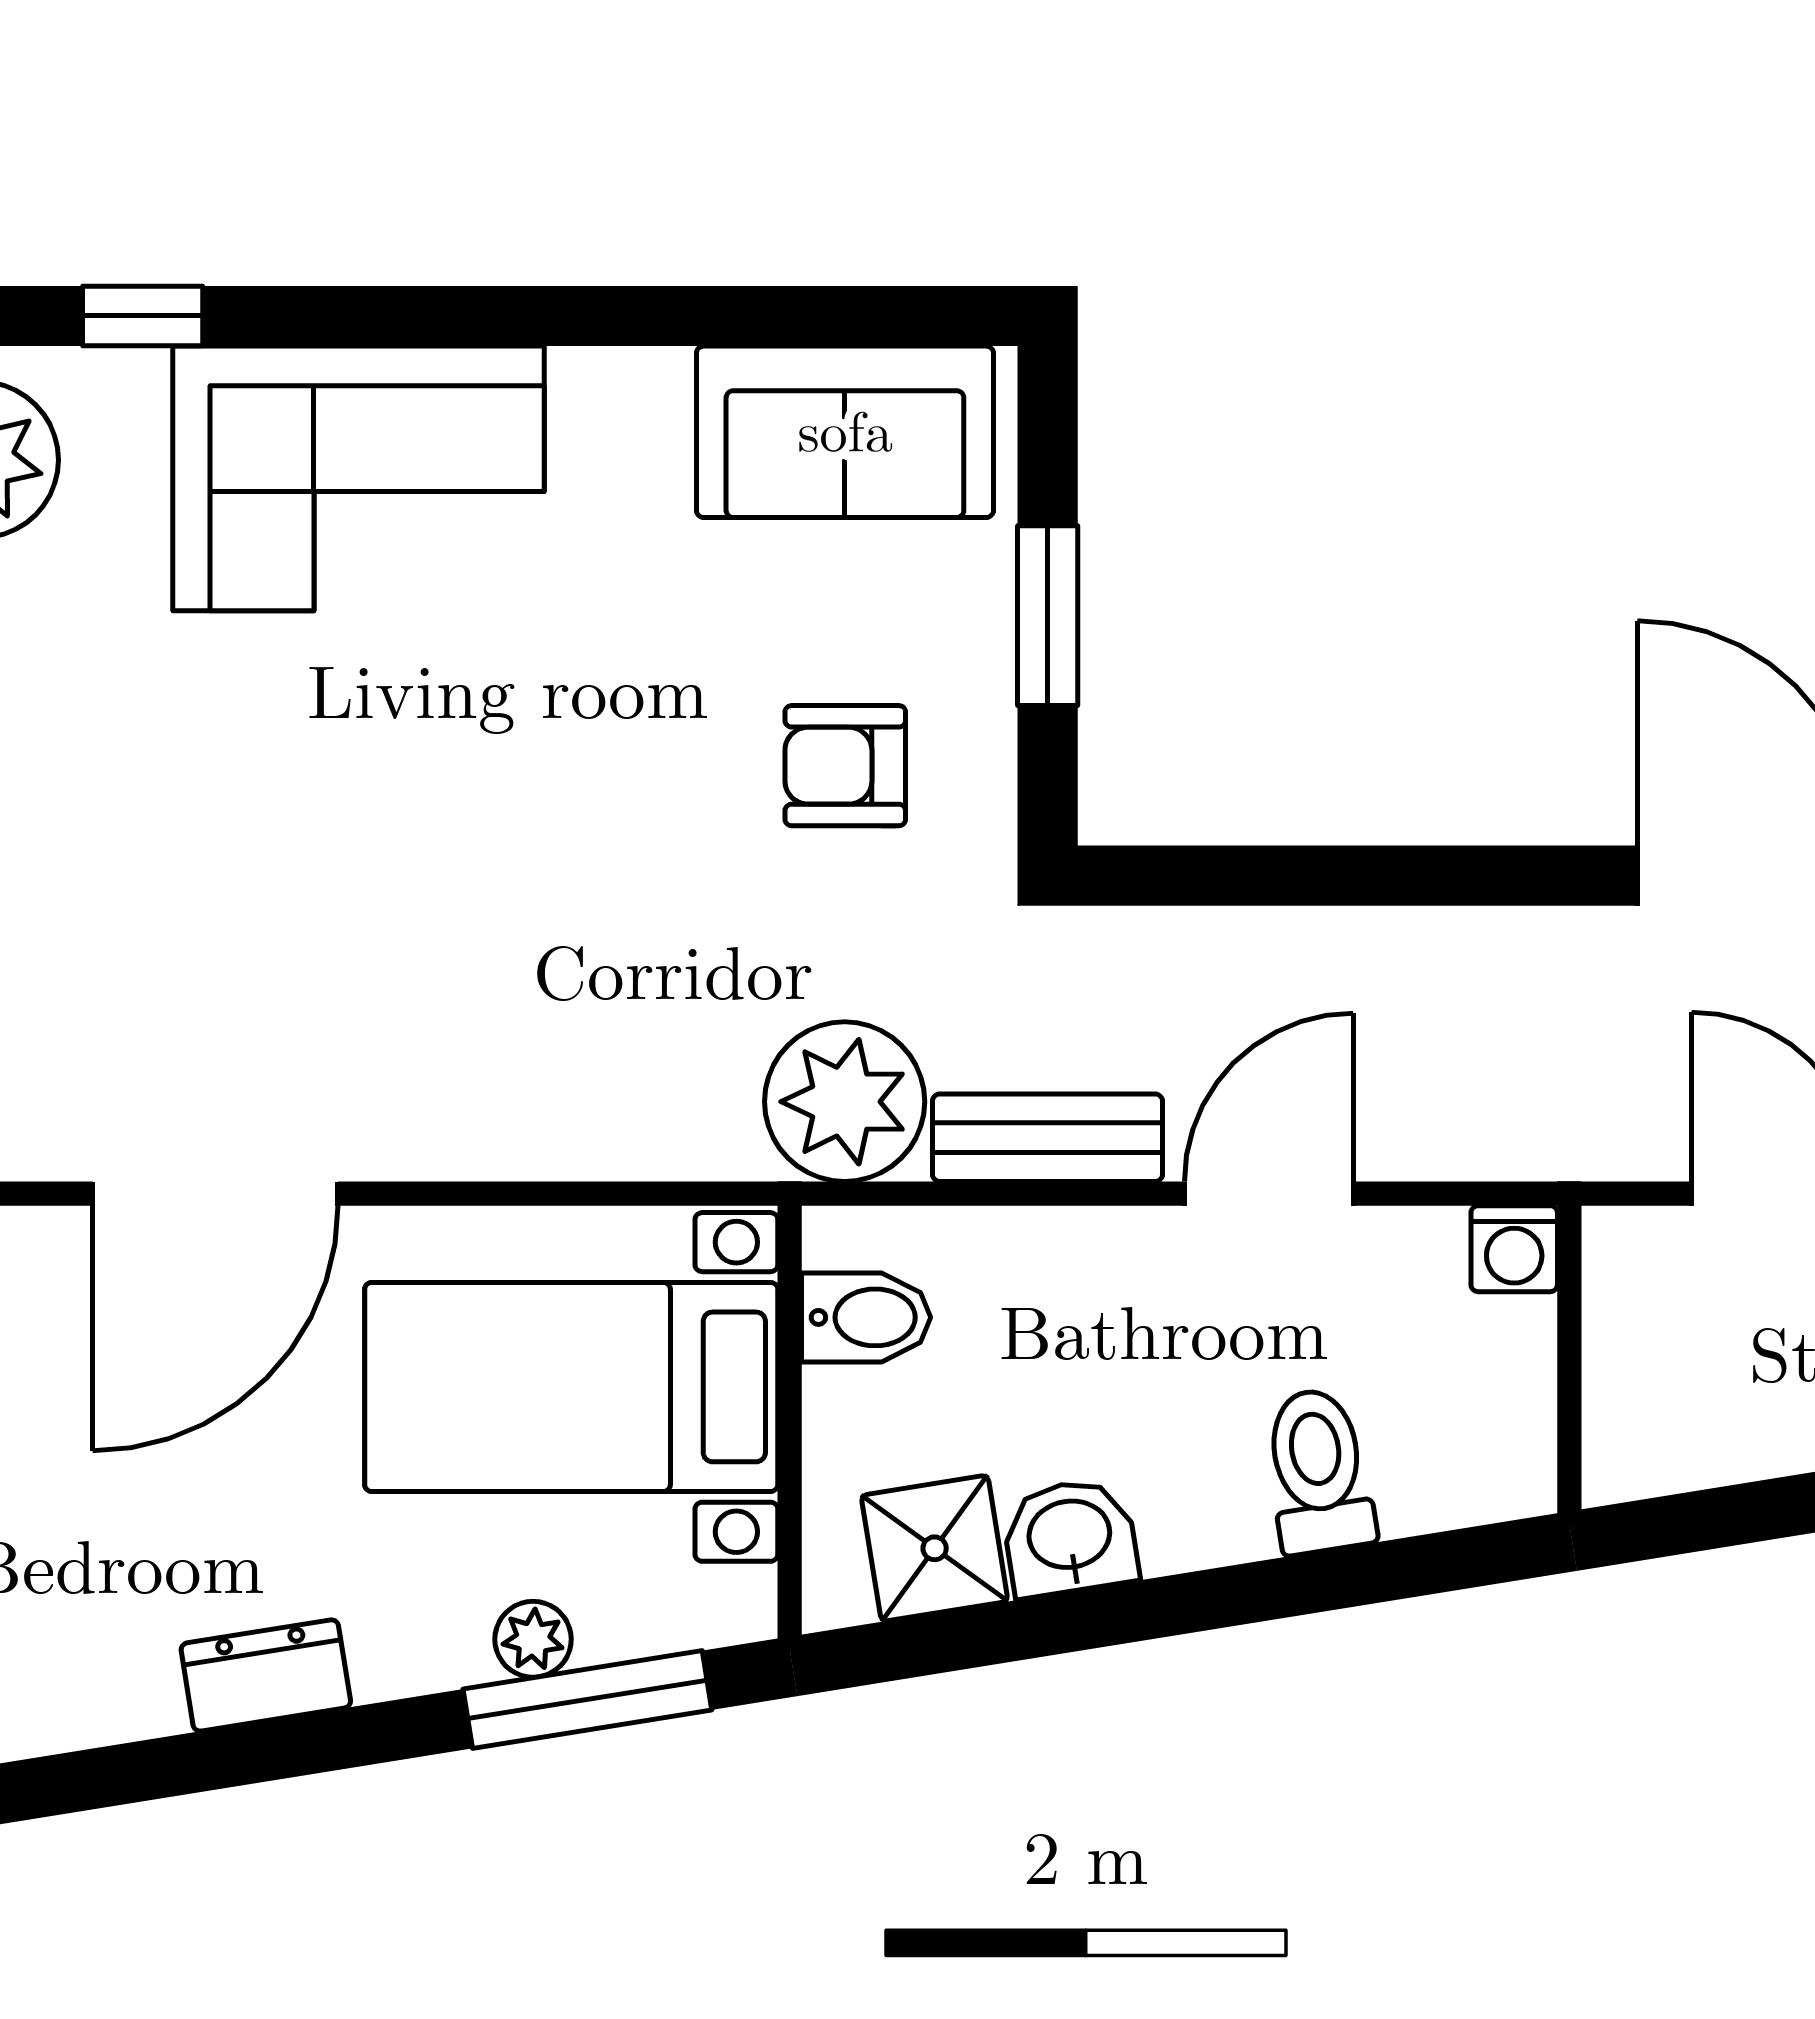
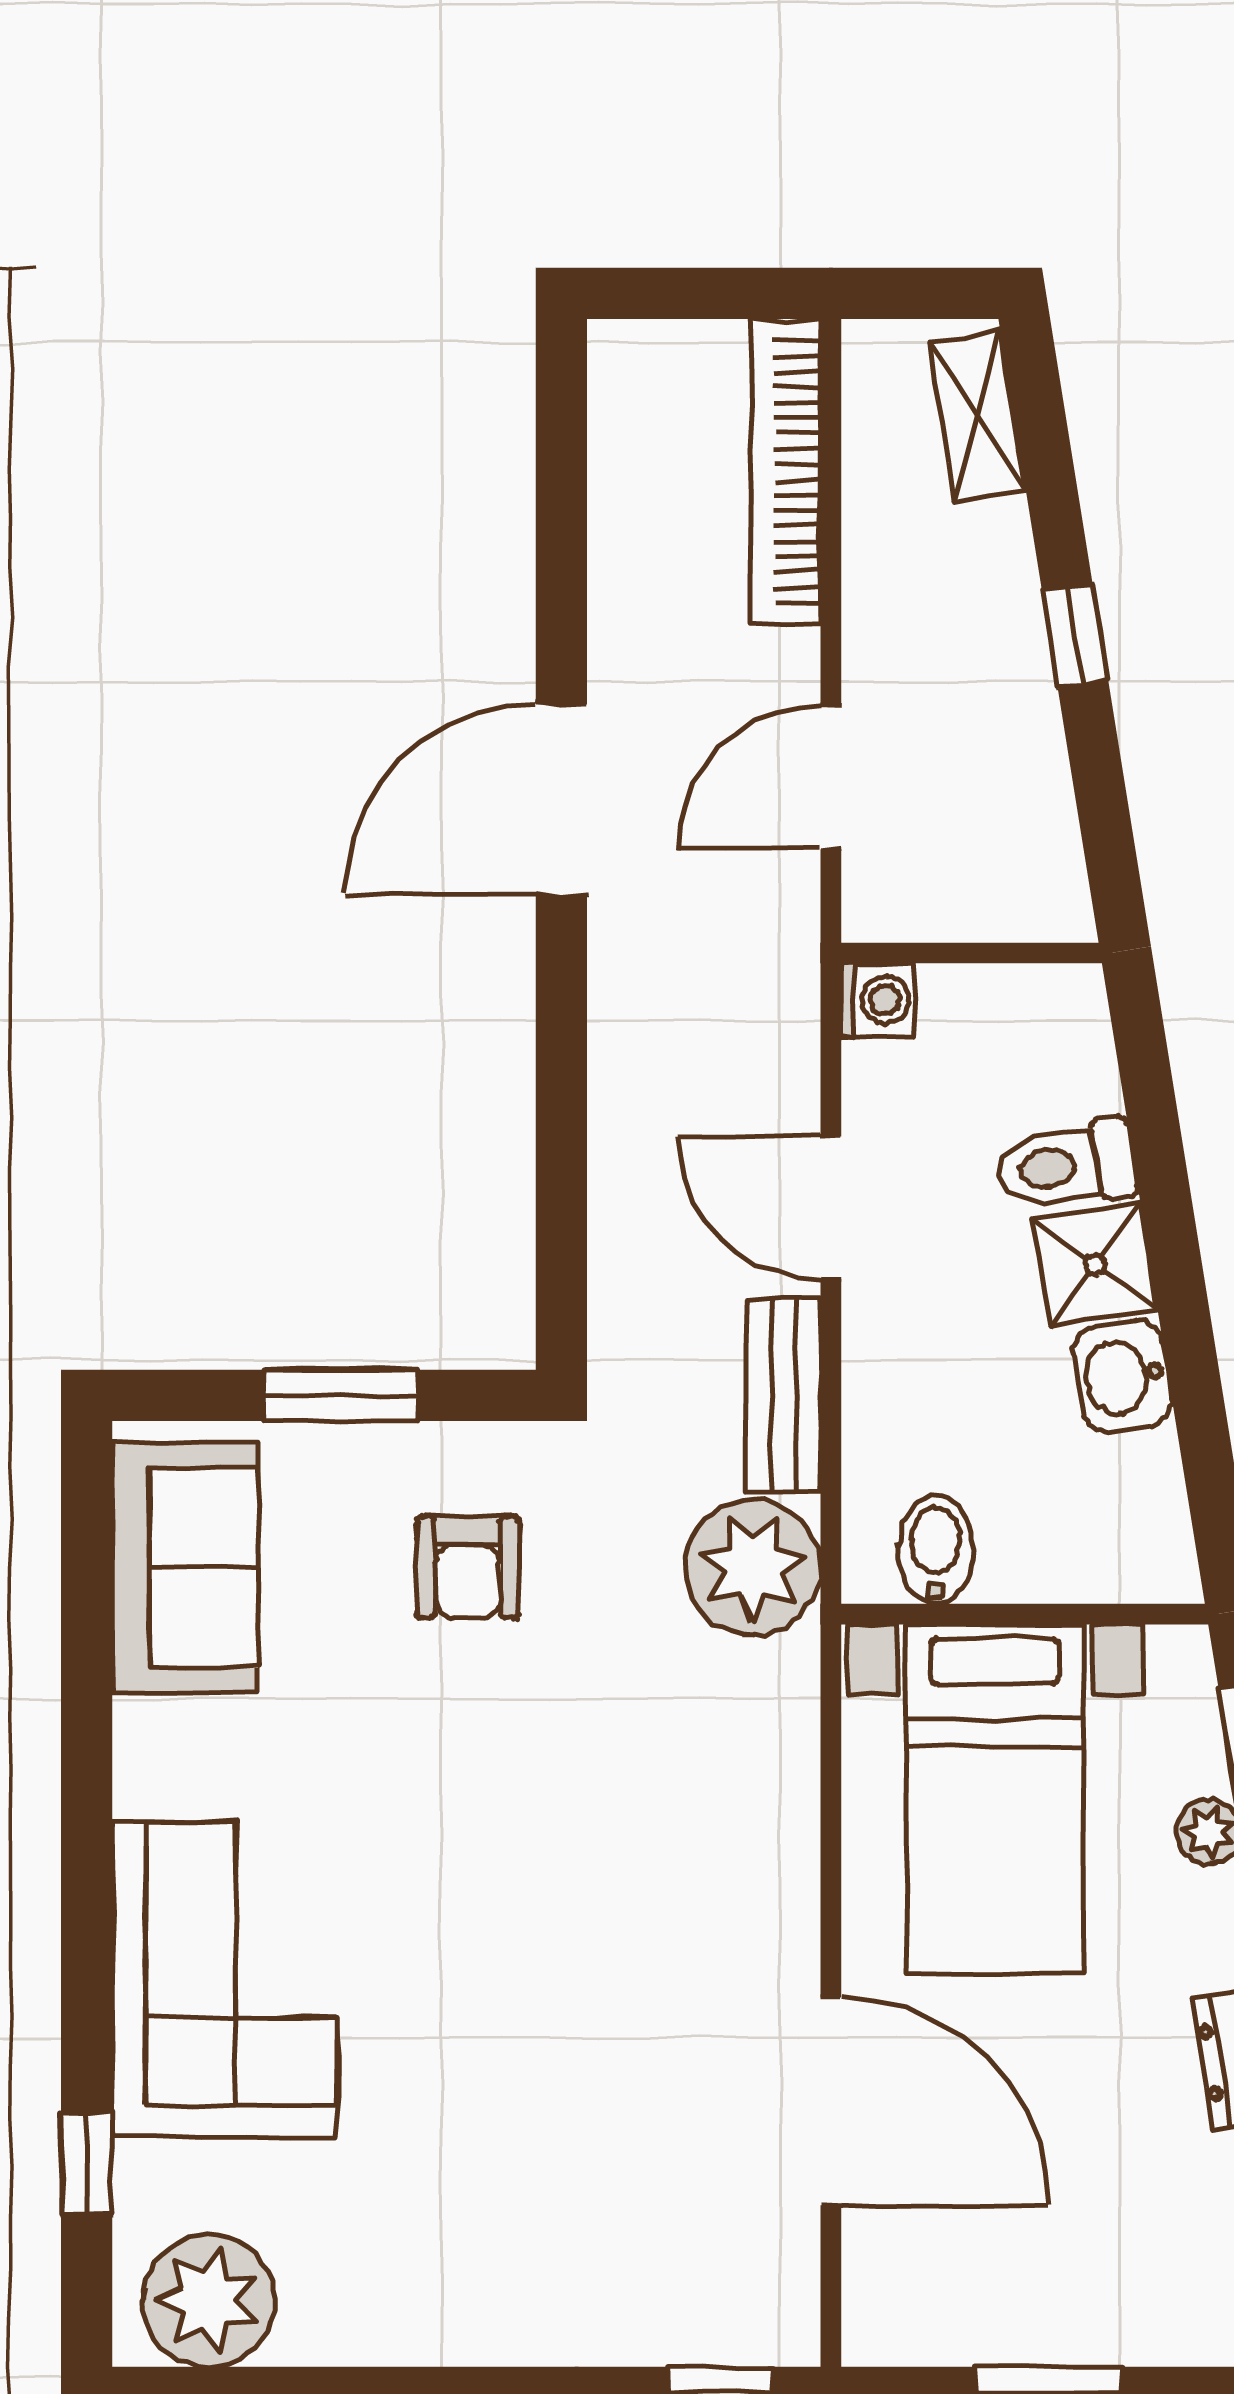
shower: (935, 1548) -> (1095, 1265), moved

